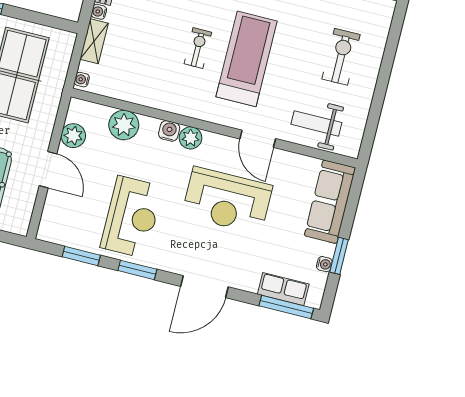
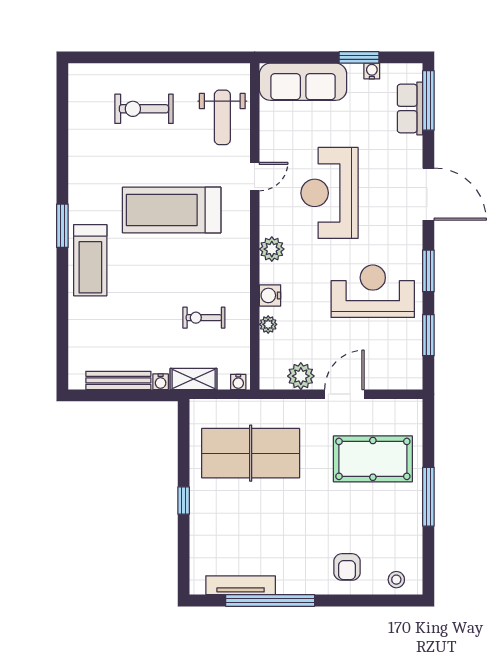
exercise bike: (198, 48) -> (204, 318), moved
plant: (124, 125) -> (268, 324), width x0.53, depth x0.53
water cooler: (169, 131) -> (270, 295), moved
door: (258, 139) -> (255, 177), width x0.73
reception desk: (227, 201) -> (329, 193), turned 180

